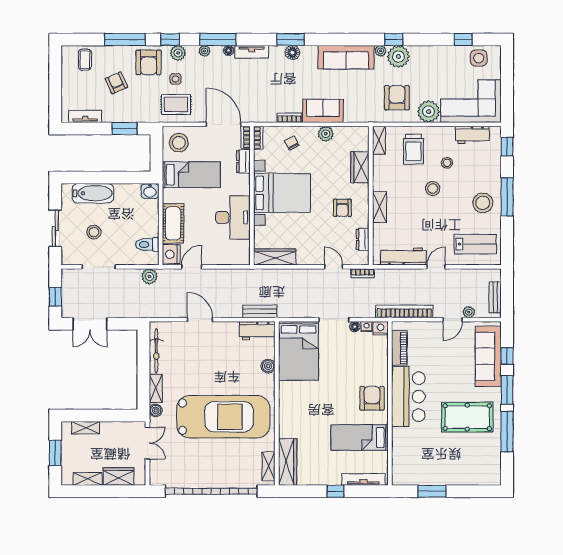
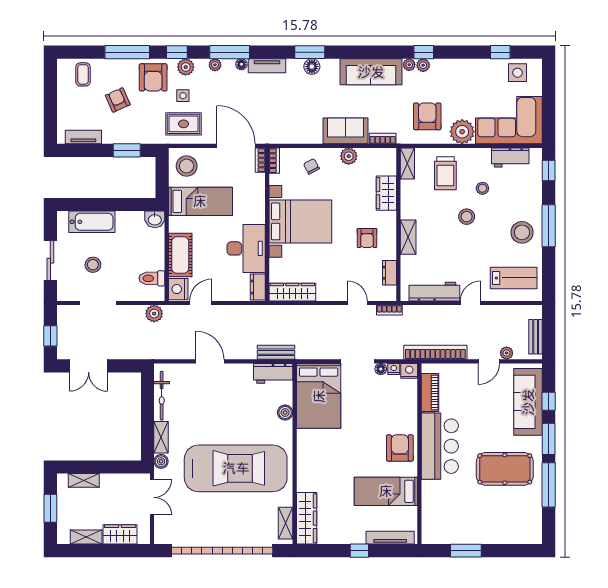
plant: (398, 57) -> (423, 65), width x0.53, depth x0.53
bookcase: (289, 118) -> (383, 139), moved
dresser: (243, 162) -> (258, 287), moved

